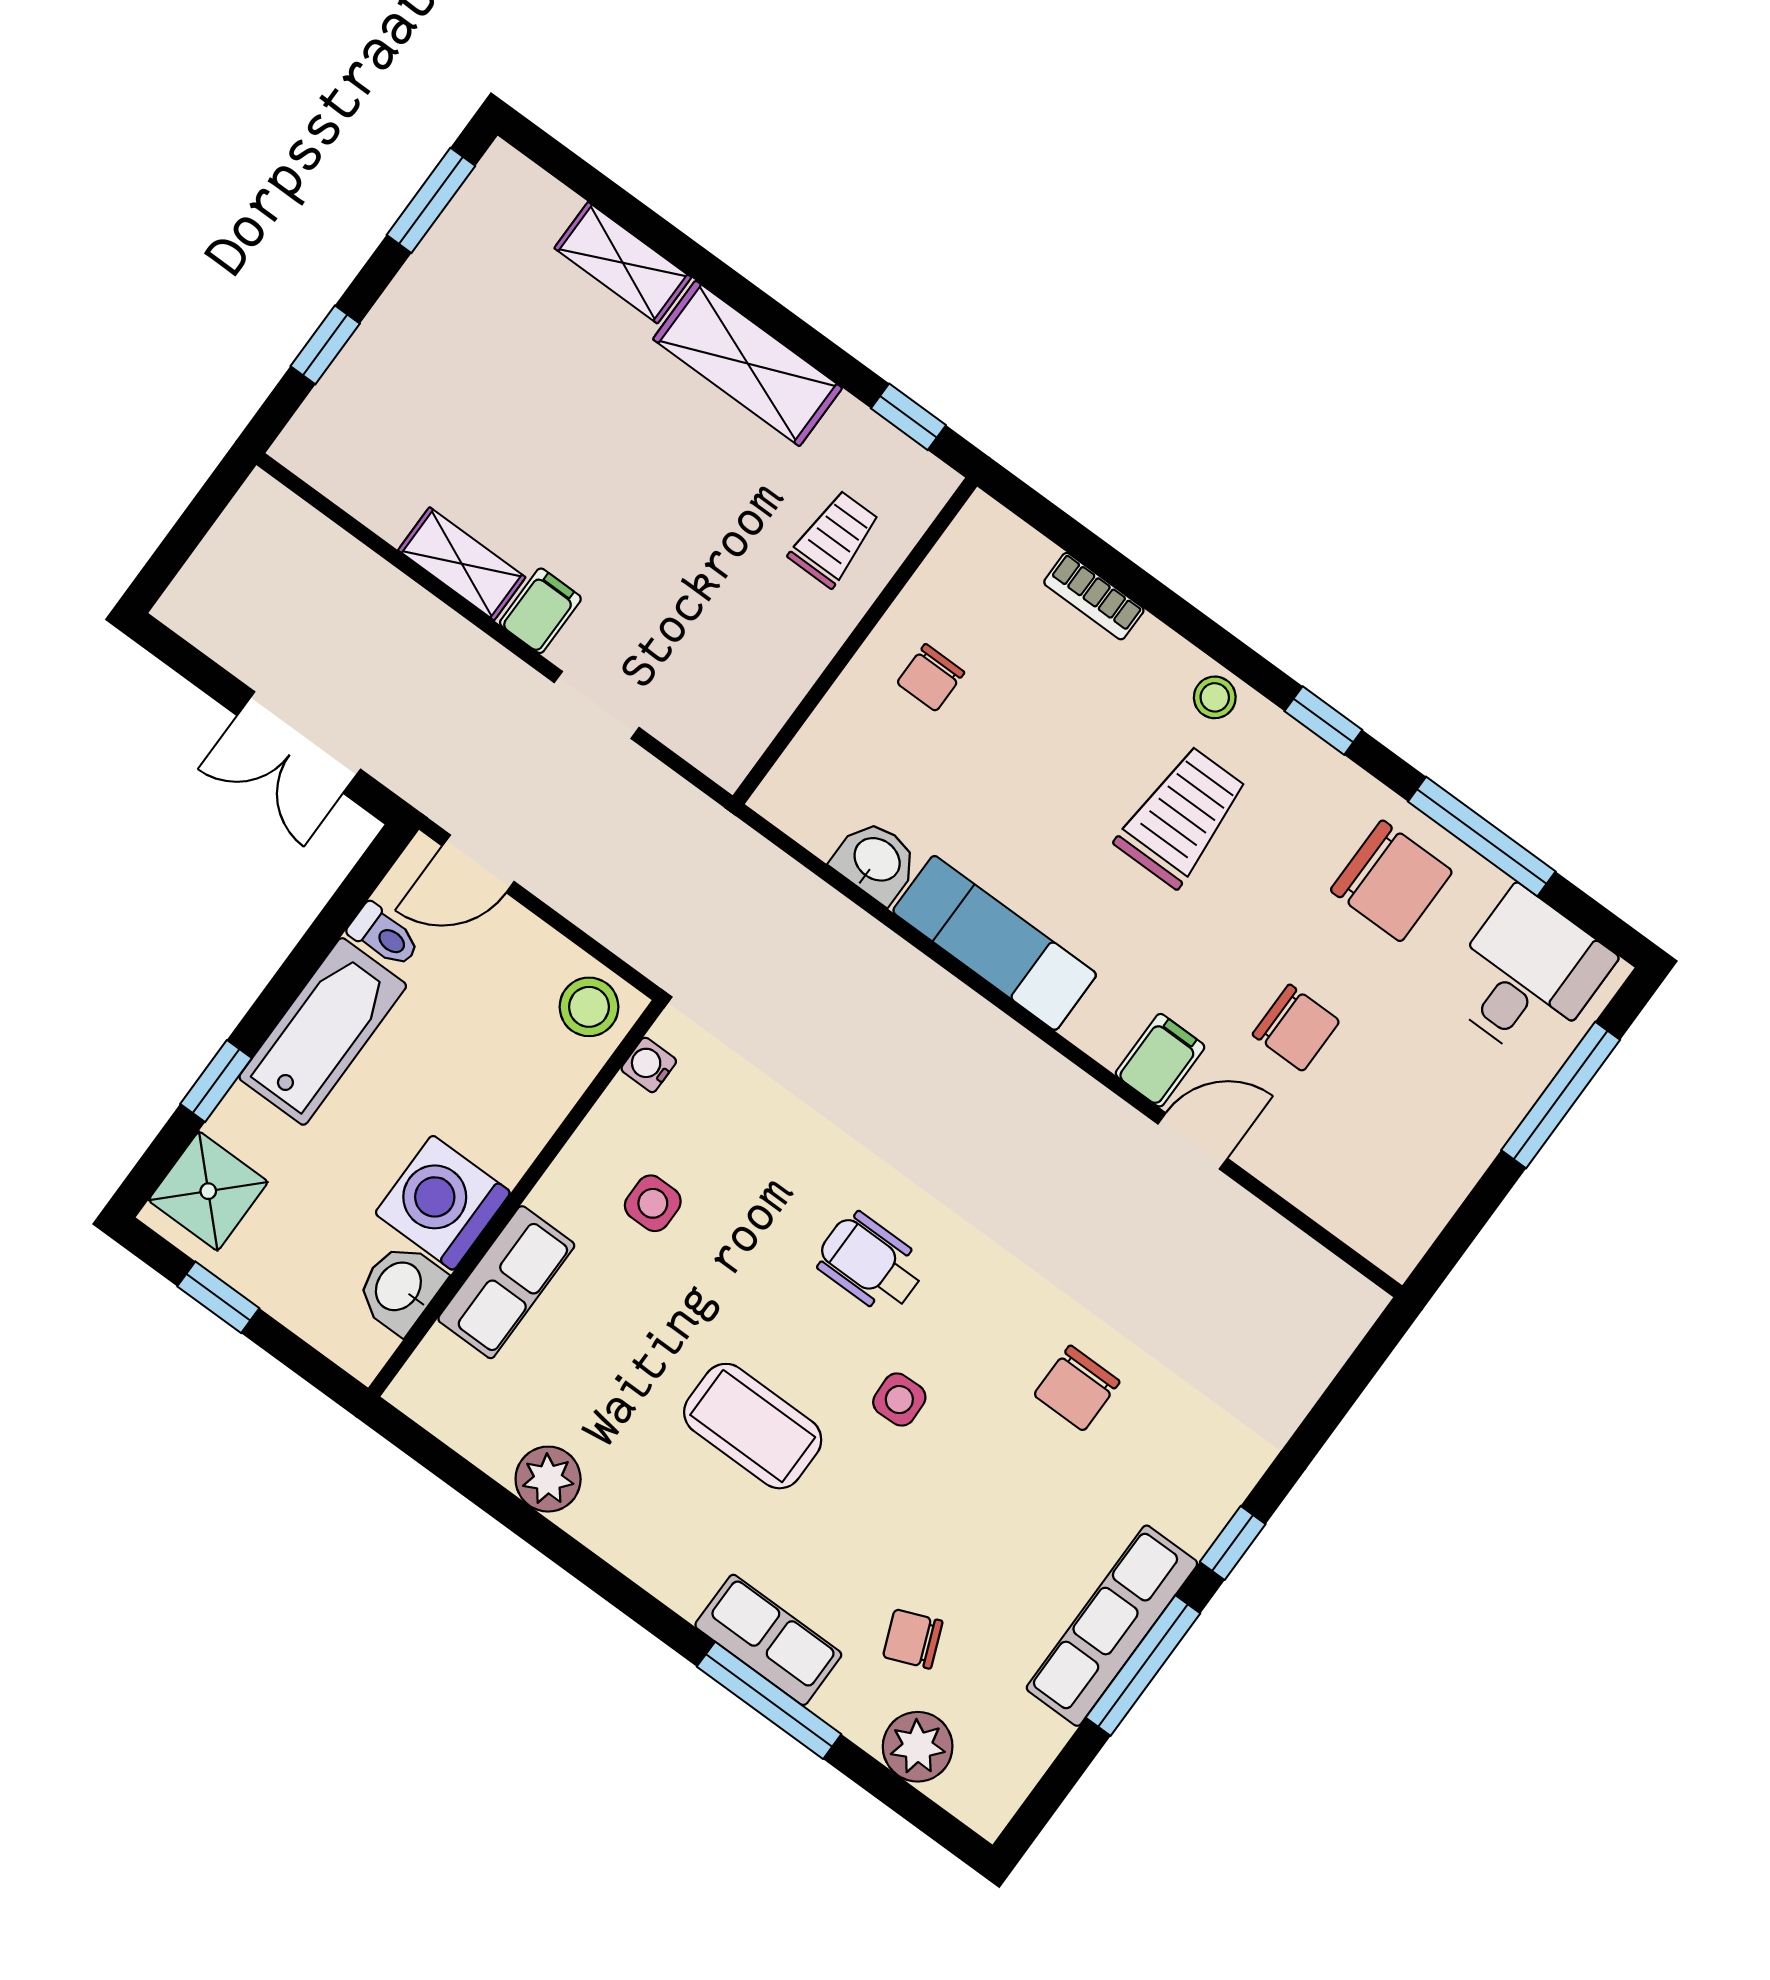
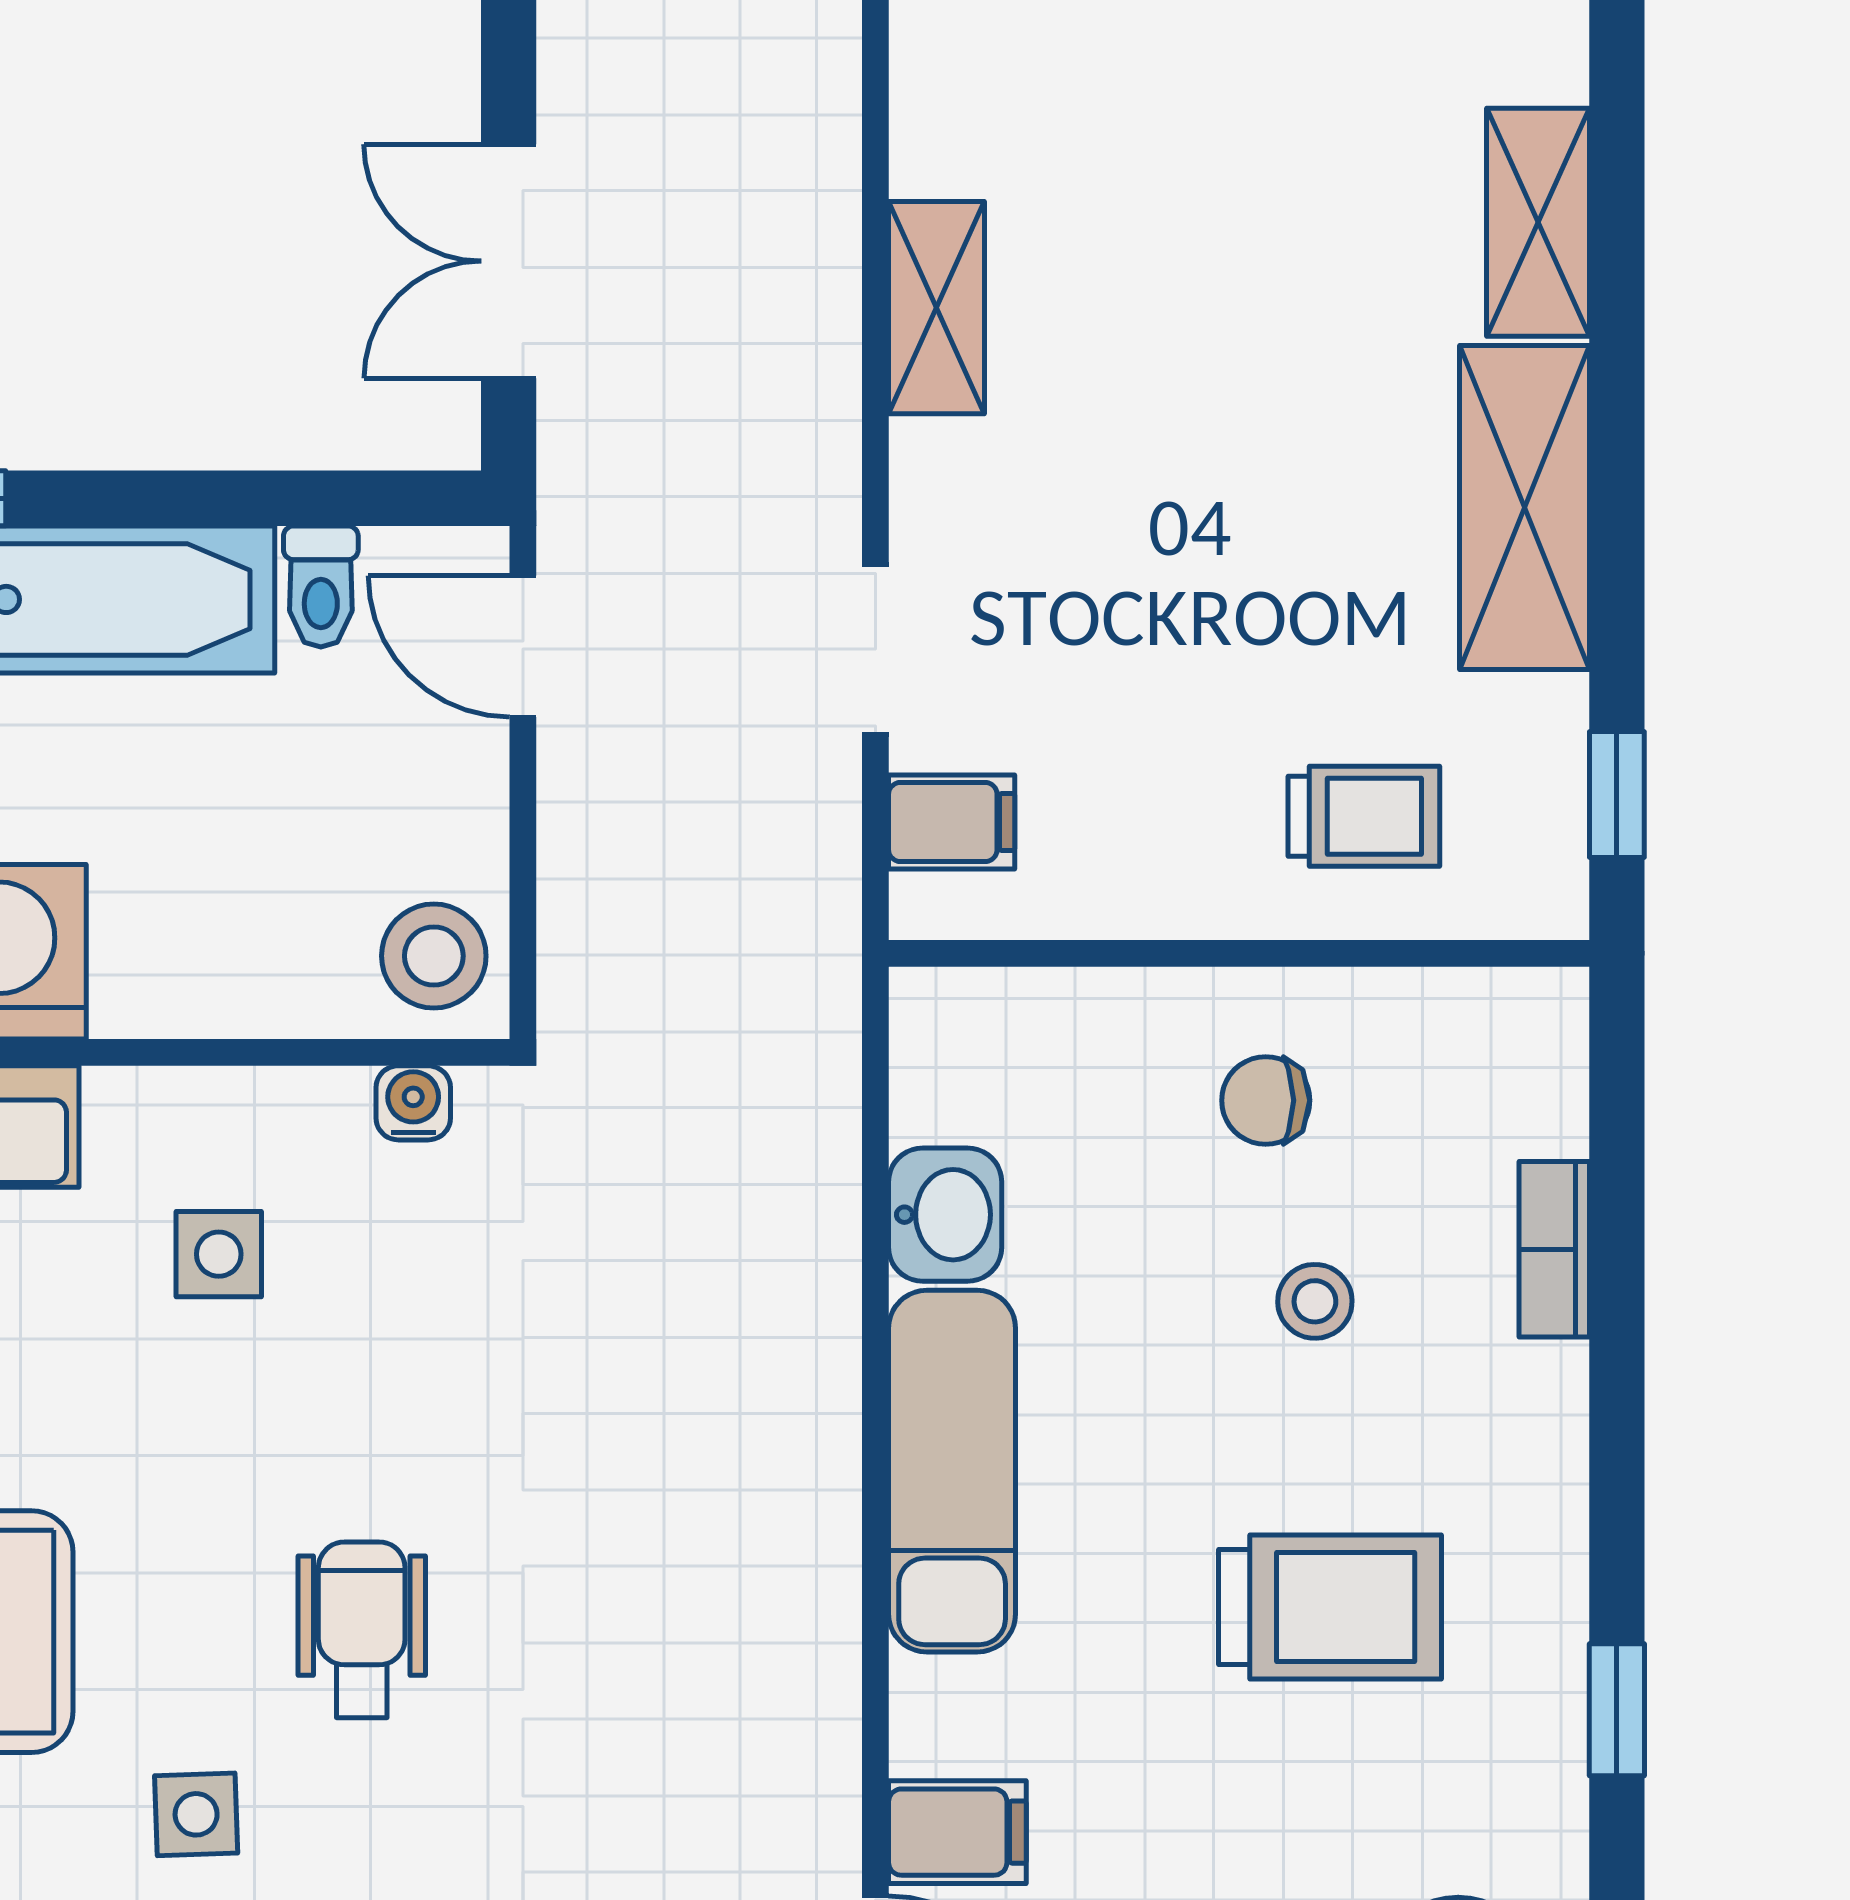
filing cabinet: (540, 611) -> (952, 822), moved
stool: (1215, 697) -> (1315, 1301), moved

